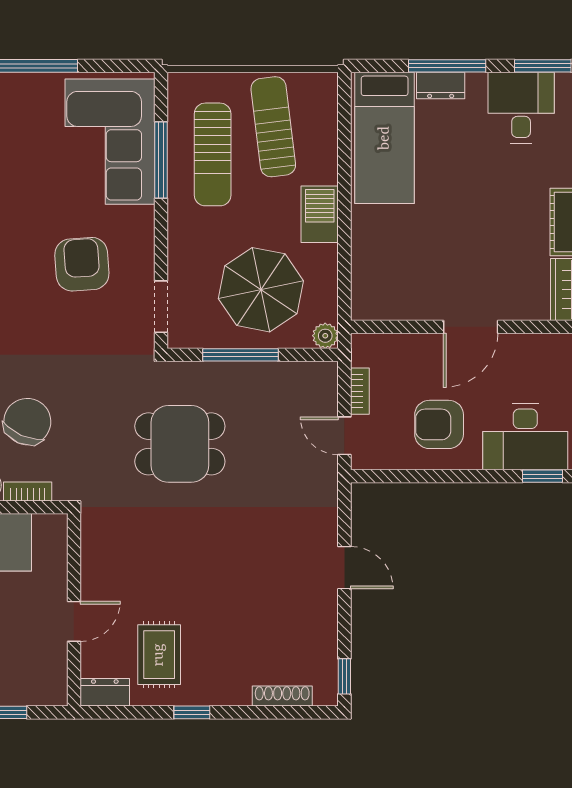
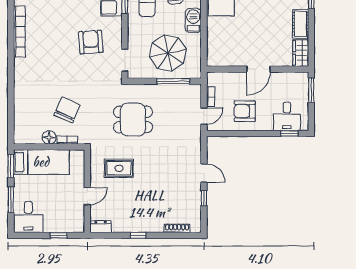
plant: (325, 336) -> (196, 73), removed
window: (240, 355) -> (173, 81), moved
door: (344, 436) -> (204, 116), swing flipped
desk: (525, 437) -> (287, 116), width x0.73
rug: (159, 655) -> (119, 168), moved, turned 90
window: (344, 676) -> (204, 198), moved

